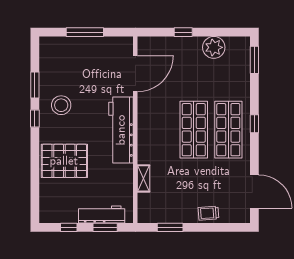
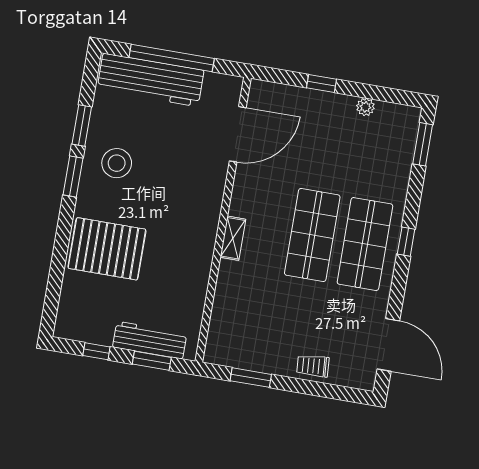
window: (85, 32) -> (172, 58), width x1.46
plant: (214, 47) -> (365, 107), width x0.53, depth x0.53
window: (35, 119) -> (73, 177), width x1.50
workbench: (121, 130) -> (151, 80), moved, turned -90
shelving: (144, 178) -> (233, 238), moved

